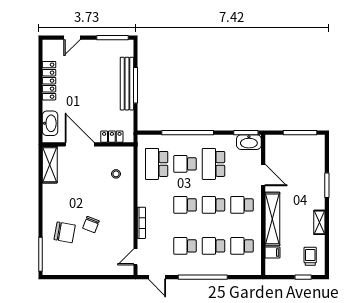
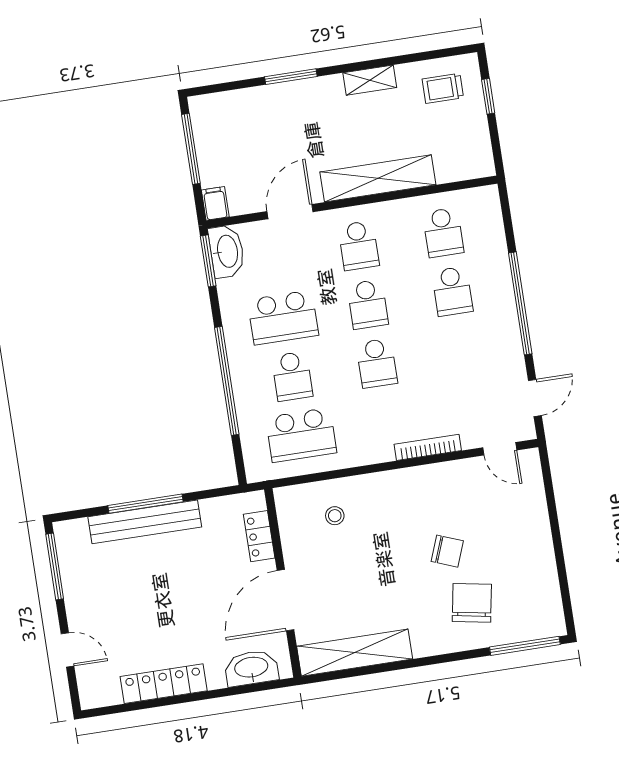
shelving: (50, 165) -> (355, 653), width x1.47
school desk: (185, 246) -> (461, 350), removed
filing cabinet: (272, 252) -> (215, 203), moved

